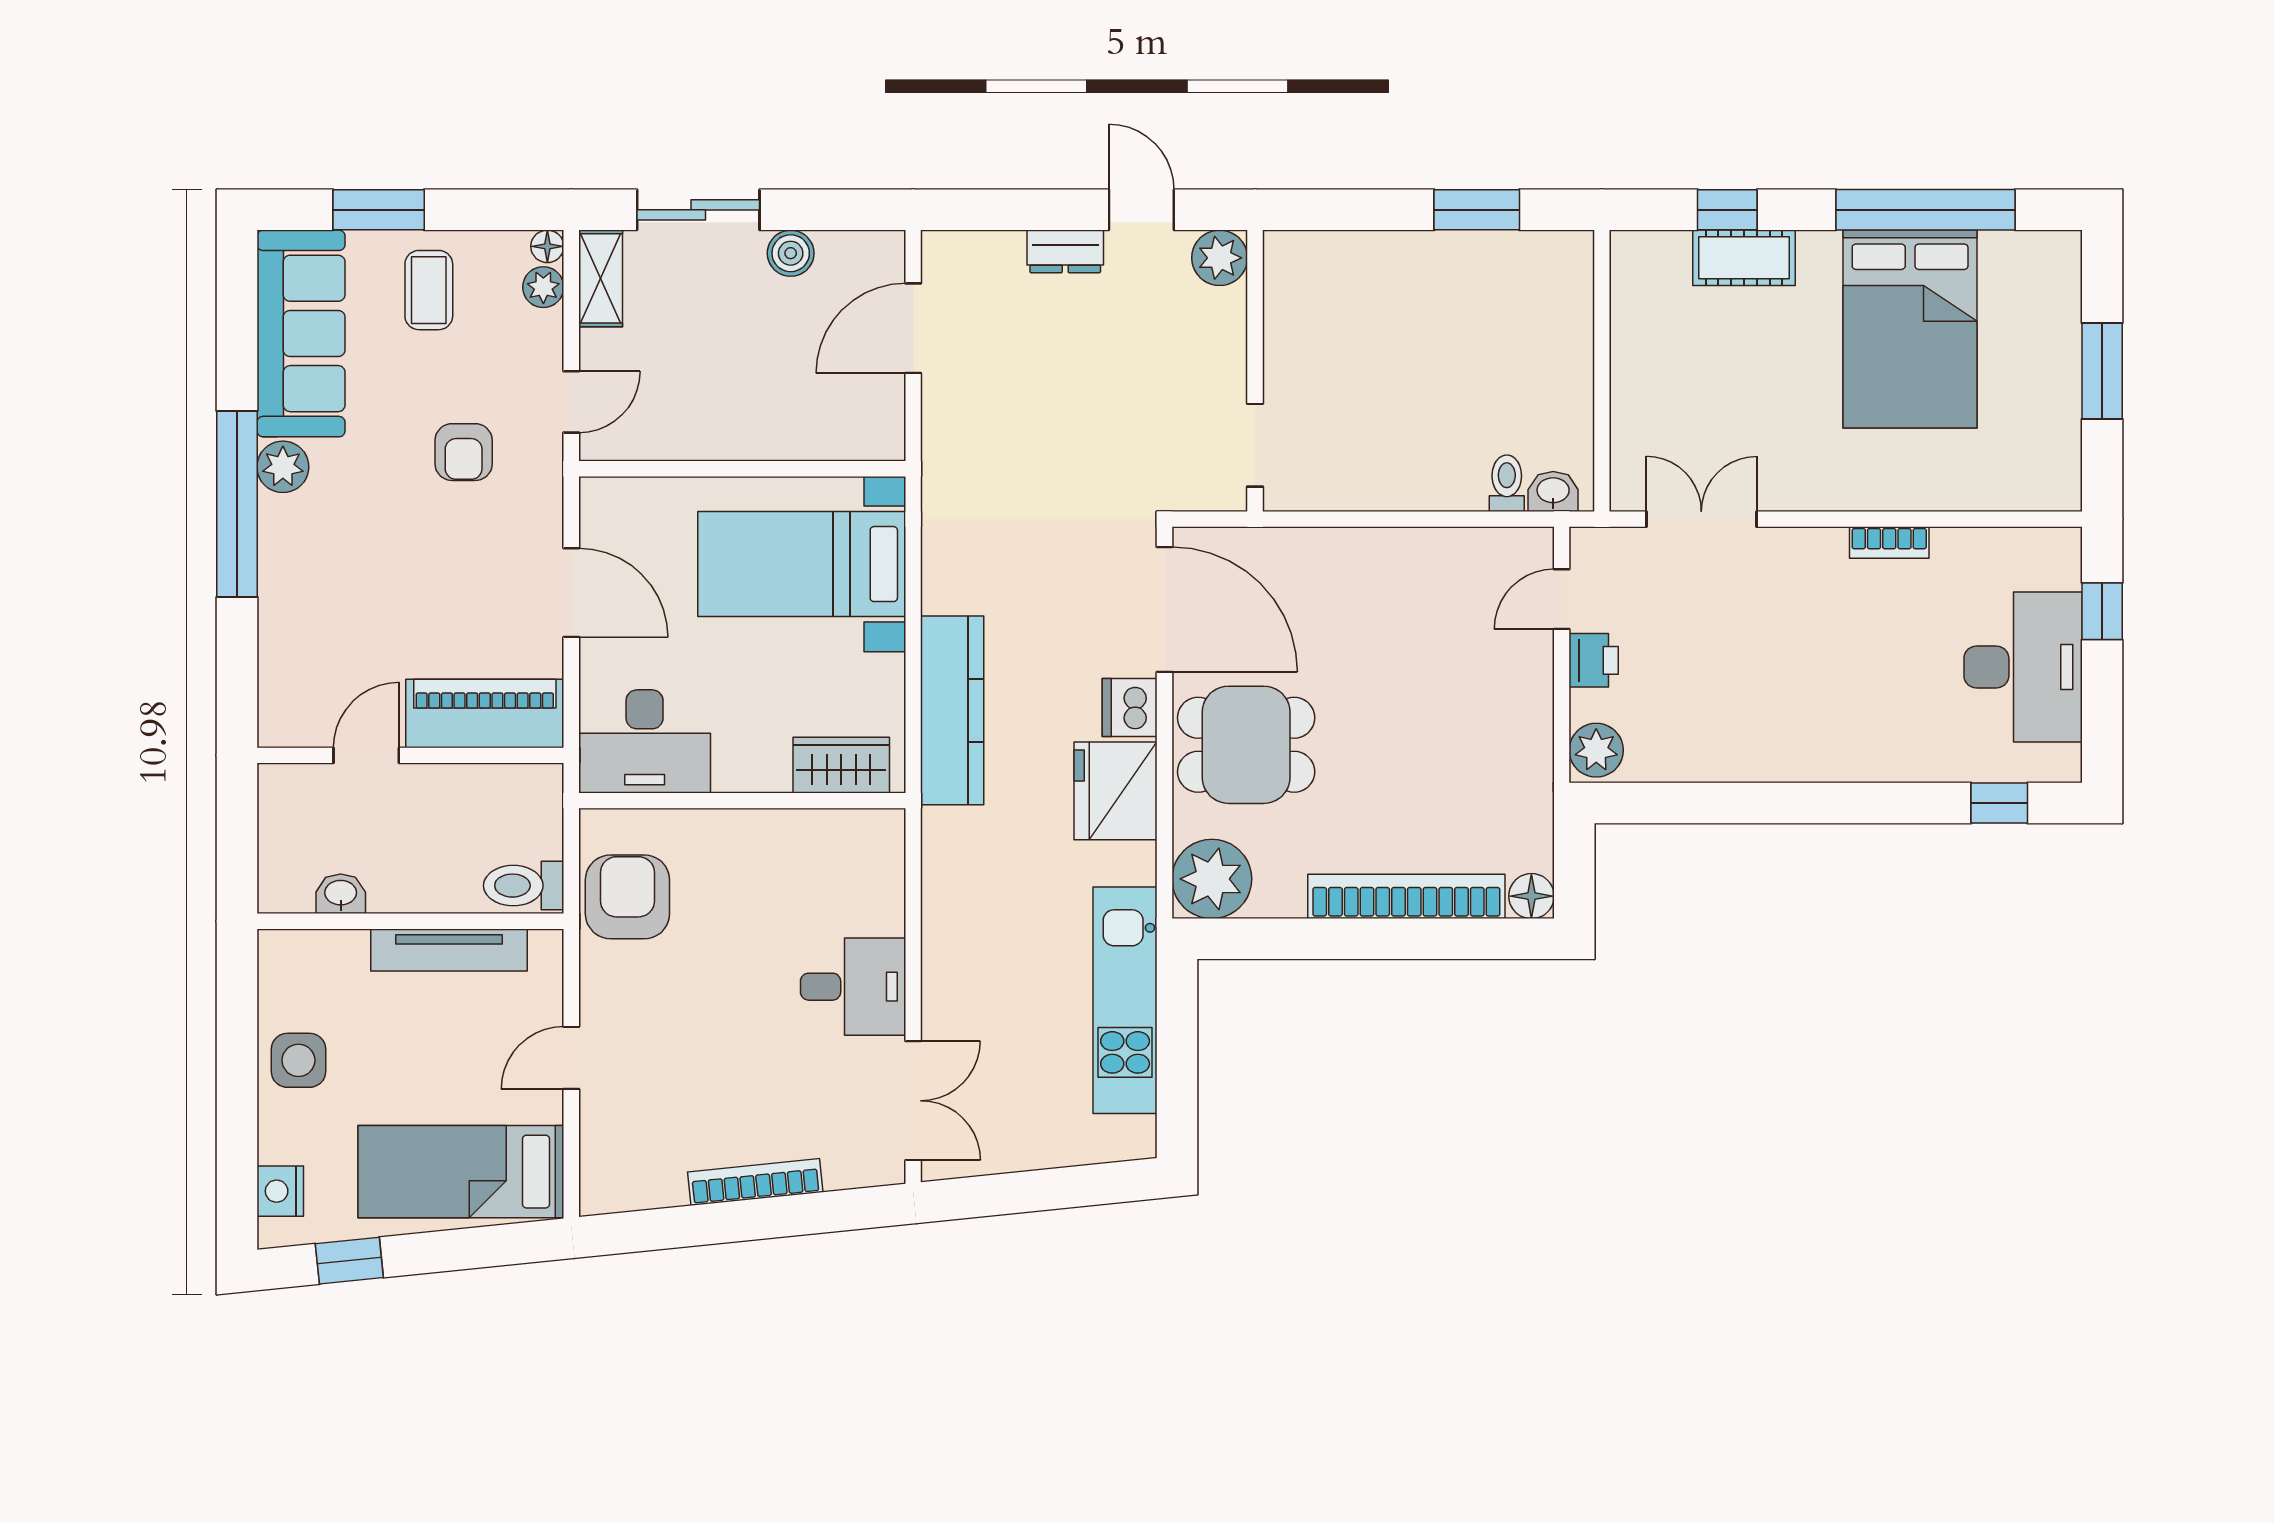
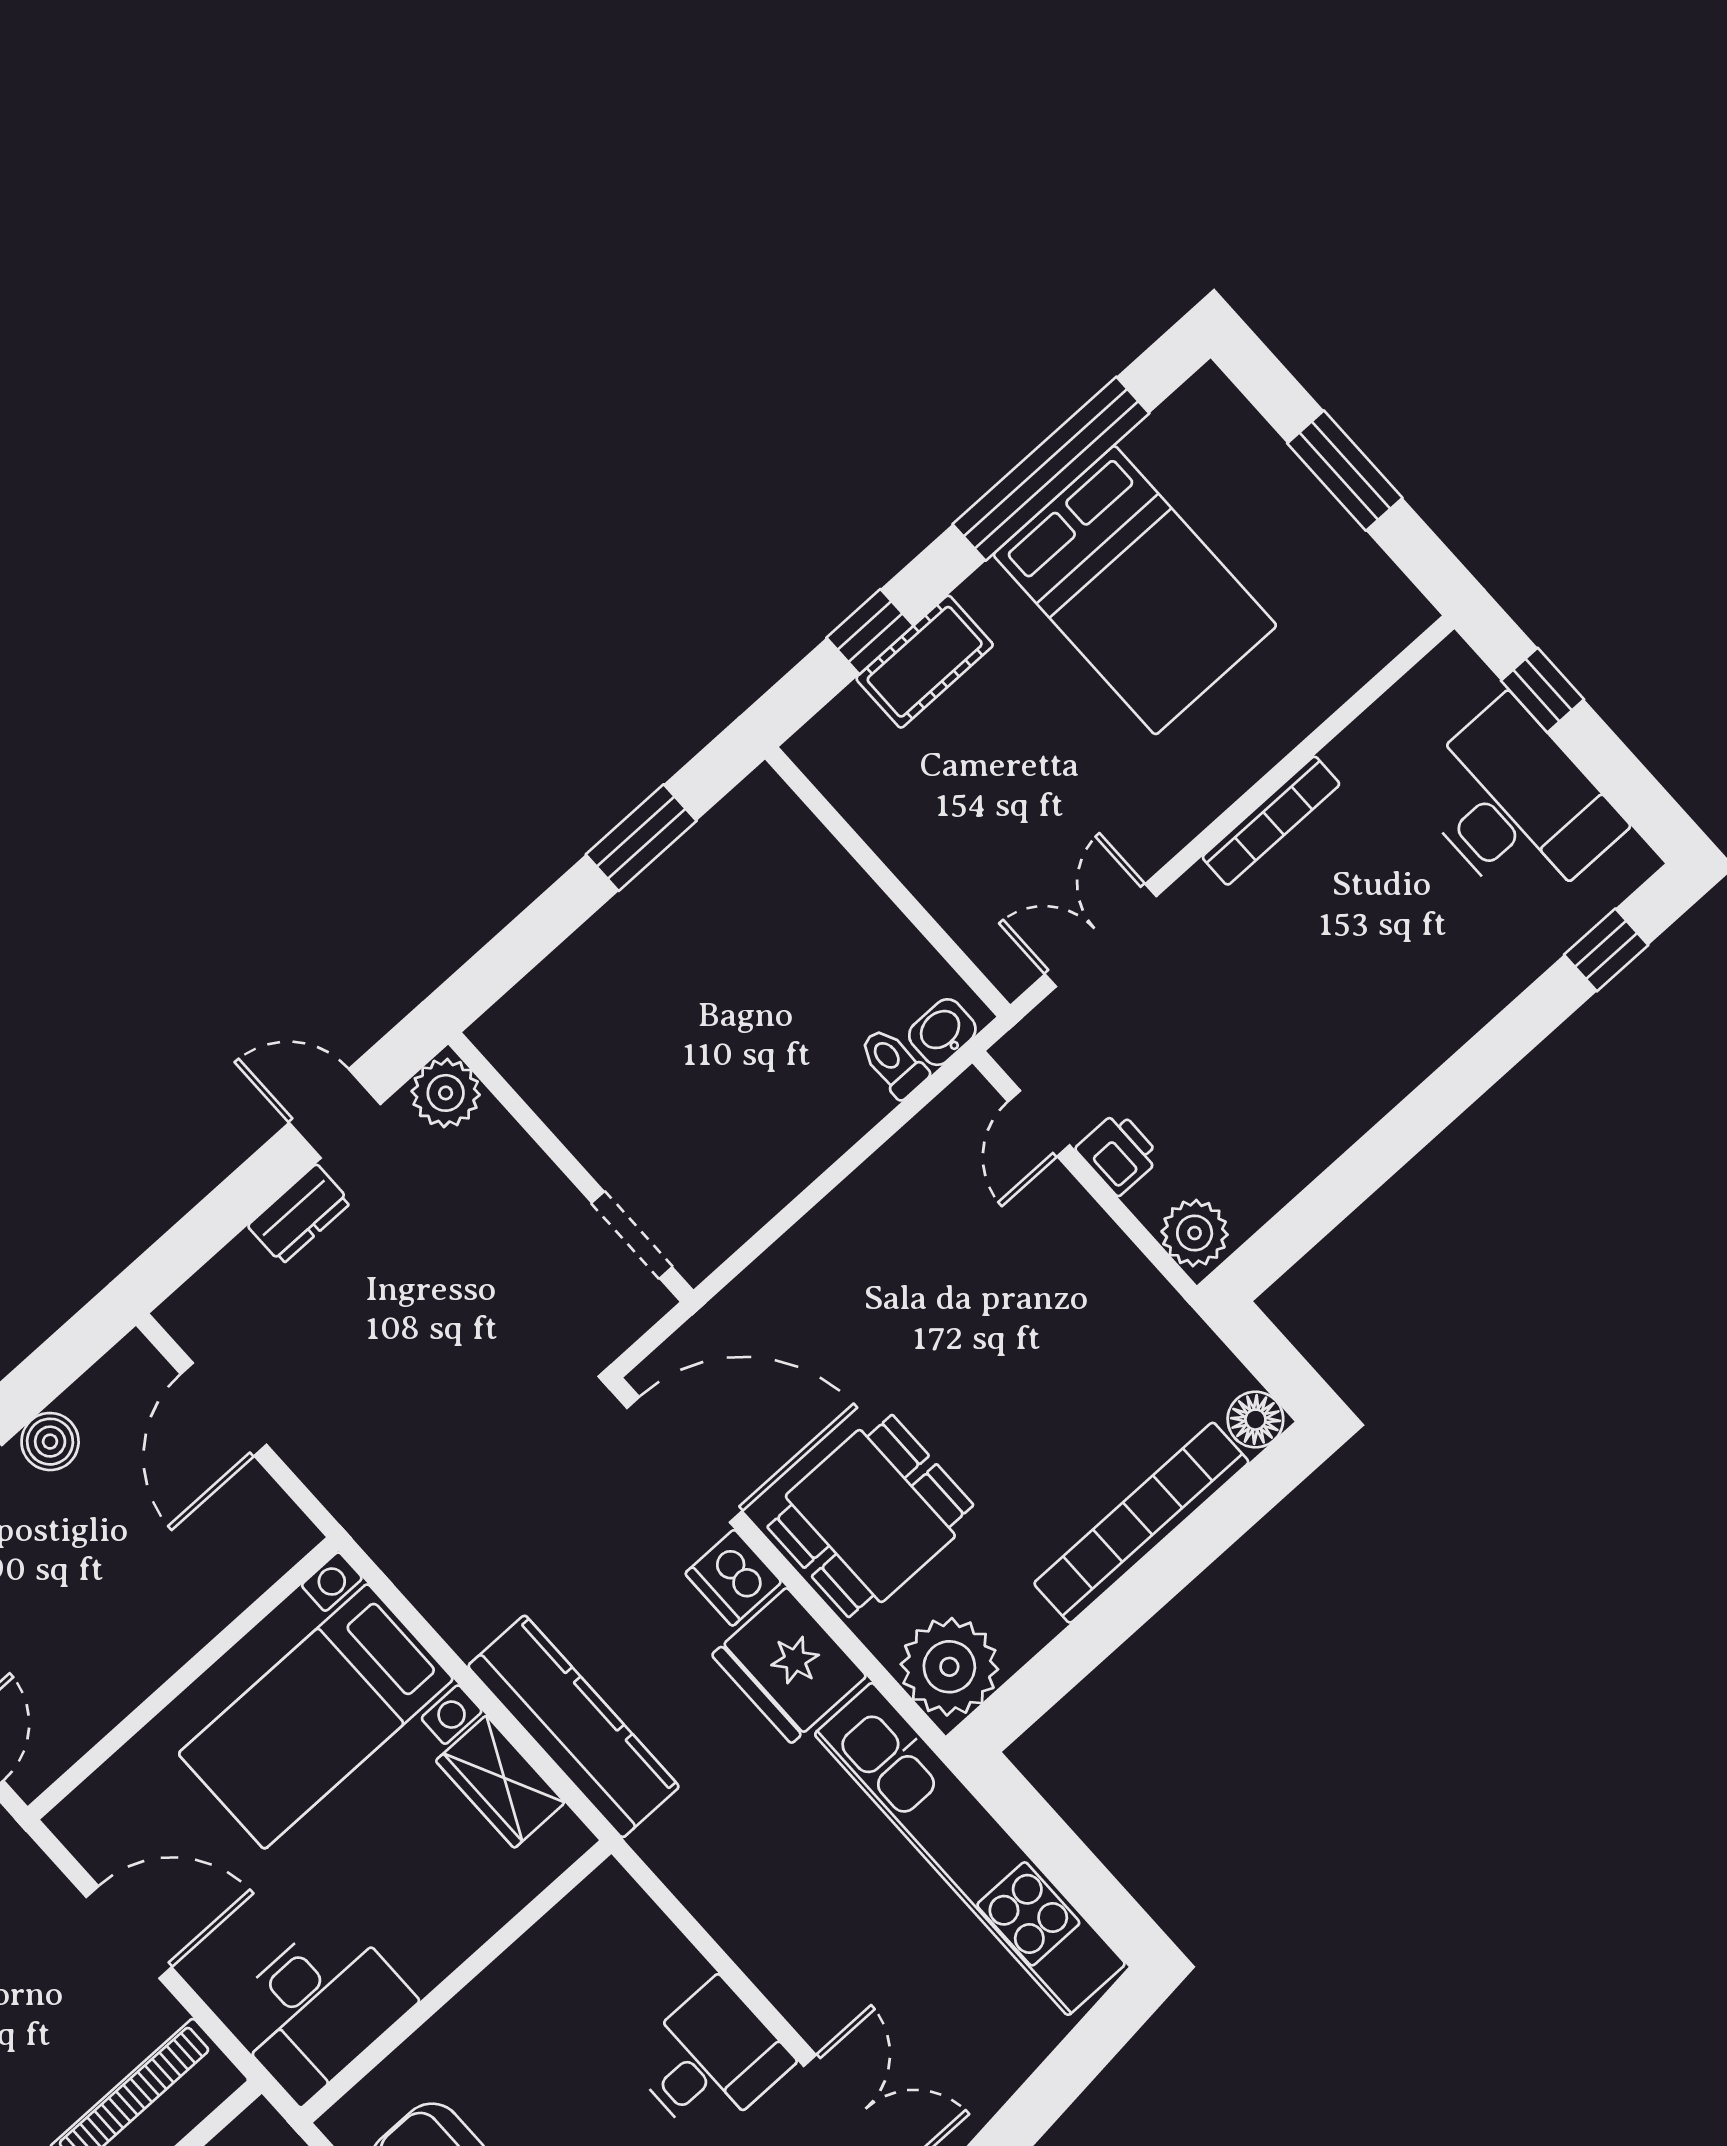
bookcase: (1889, 542) -> (1271, 821), width x1.56
wardrobe: (841, 765) -> (500, 1782), moved, turned -90
kitchen unit: (1125, 1000) -> (970, 1849), width x1.36

